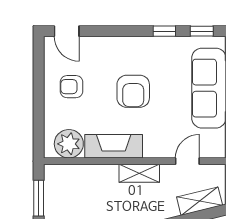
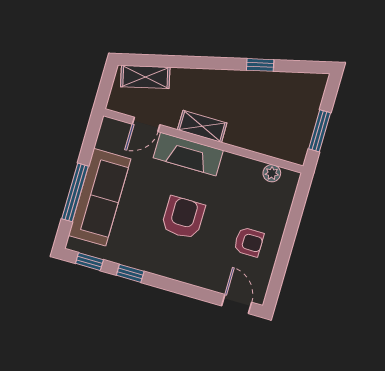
plant: (69, 144) -> (272, 173), width x0.53, depth x0.53
fireplace: (114, 146) -> (188, 154), moved

